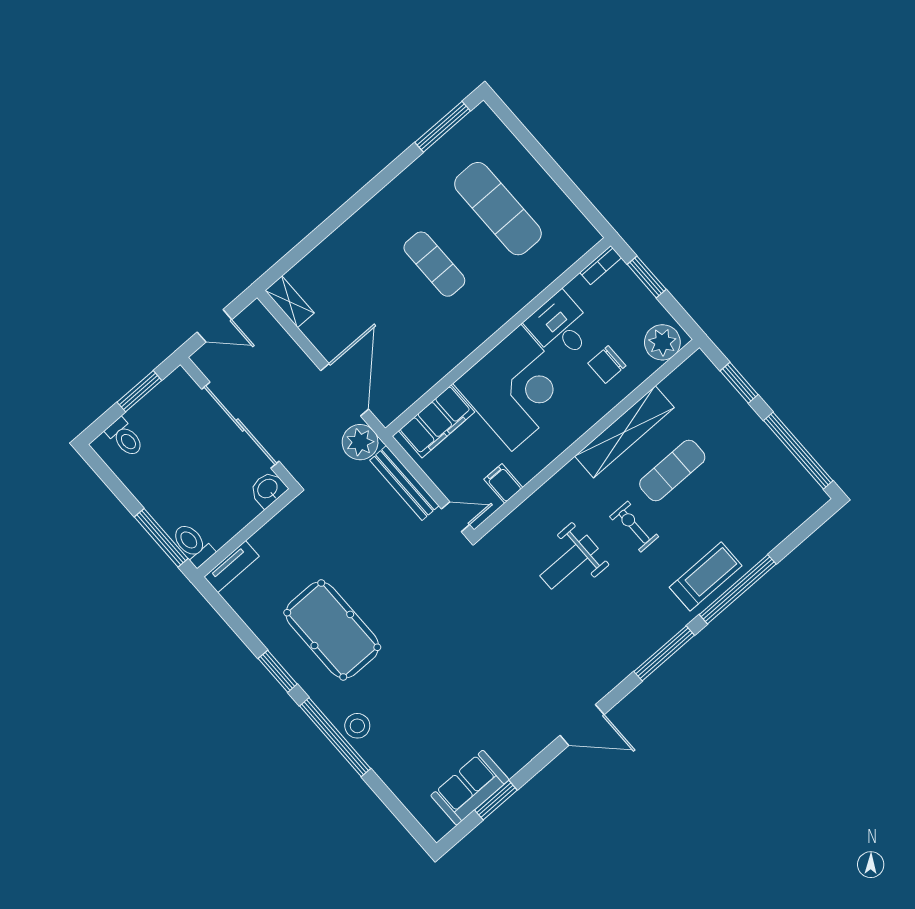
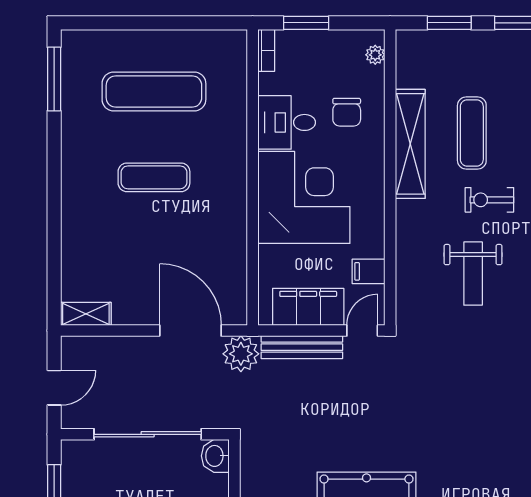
plant: (662, 342) -> (375, 55), width x0.53, depth x0.53
filing cabinet: (437, 421) -> (308, 307), moved, turned -90

